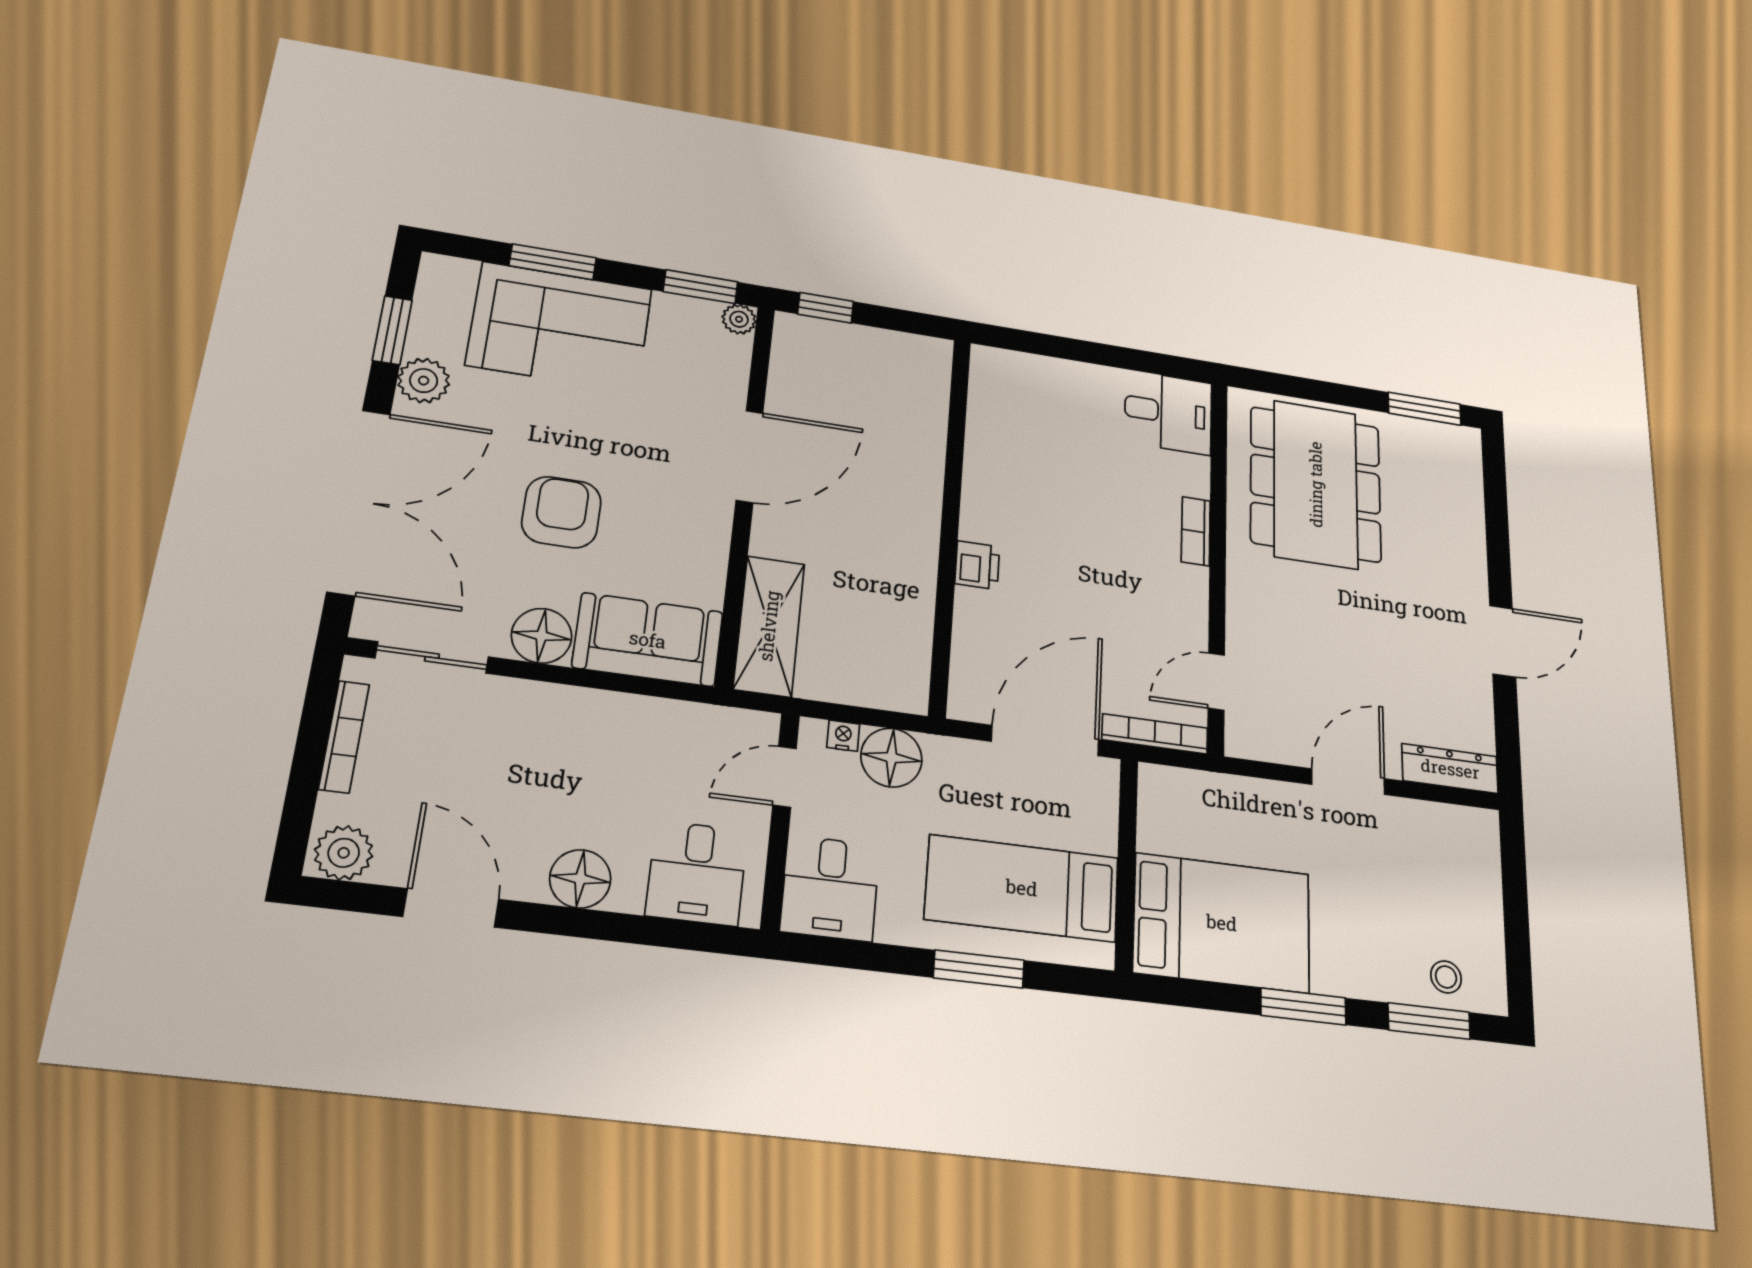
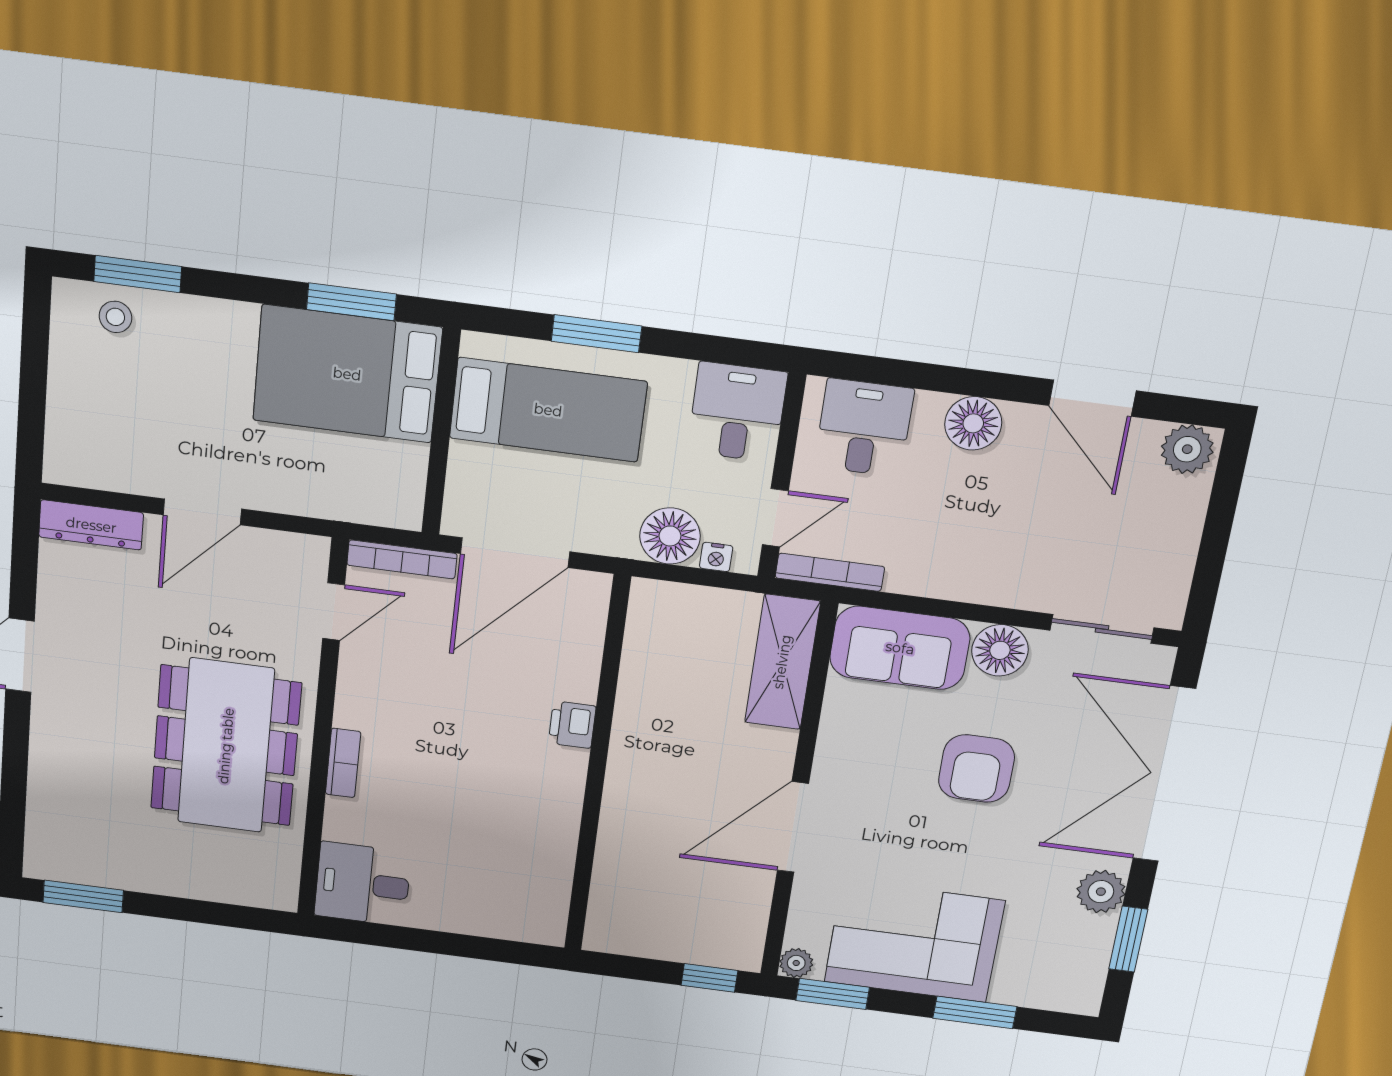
corner sofa: (560, 327) -> (914, 941), moved
dining table: (1316, 484) -> (226, 746), moved
bookcase: (344, 737) -> (830, 572), moved, turned 90
window: (1303, 1007) -> (351, 302), moved

